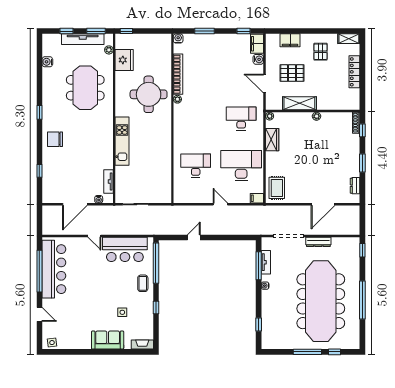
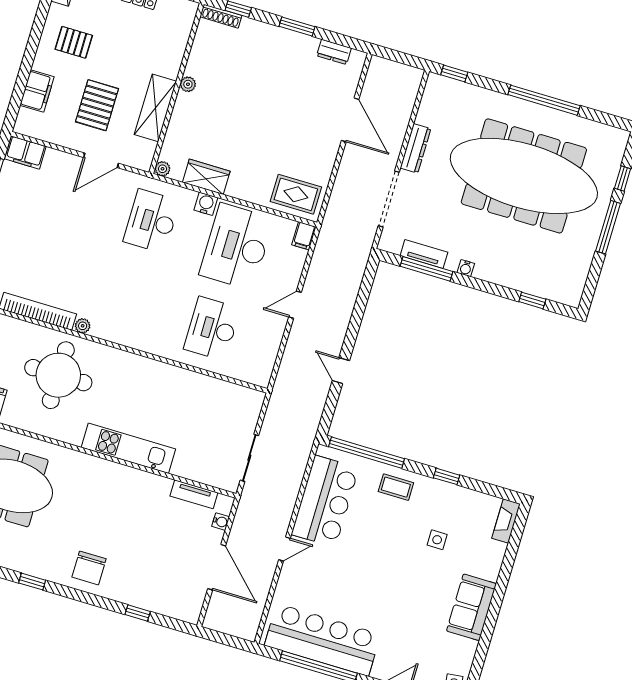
water cooler: (258, 59) -> (206, 204), moved
sofa: (108, 340) -> (471, 607), moved

